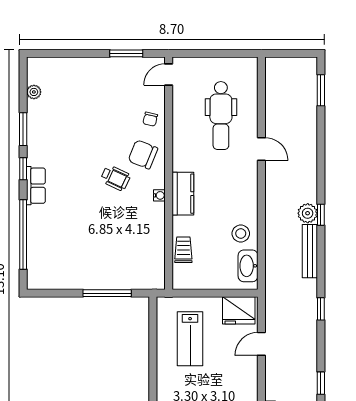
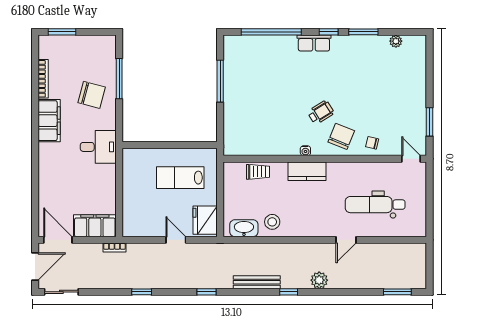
wheelchair: (115, 178) -> (321, 112), turned -147
plant: (308, 213) -> (319, 280), moved
window: (107, 293) -> (220, 81), moved

